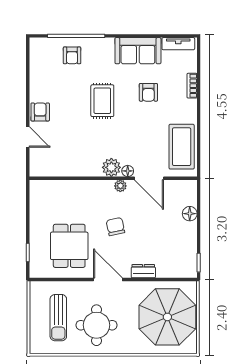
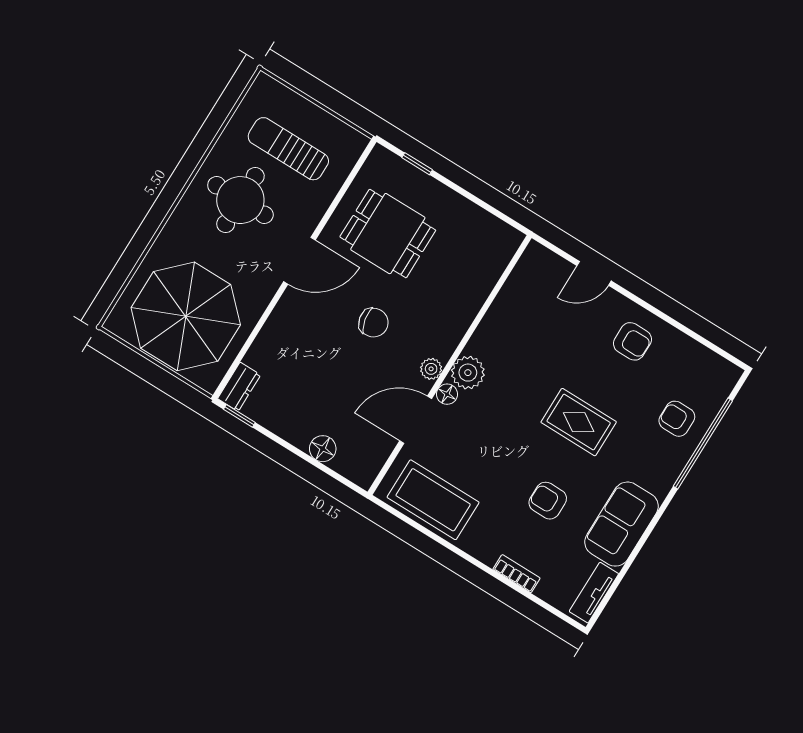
armchair: (40, 112) -> (632, 341), moved
dresser: (143, 271) -> (239, 387), moved

